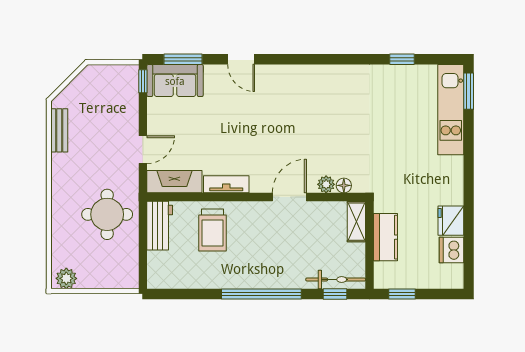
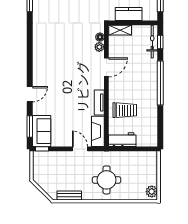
door: (289, 197) -> (106, 67), swing flipped
round table: (107, 214) -> (107, 180), moved

